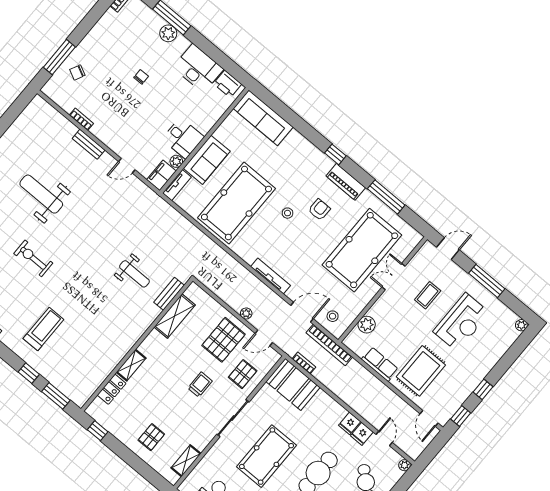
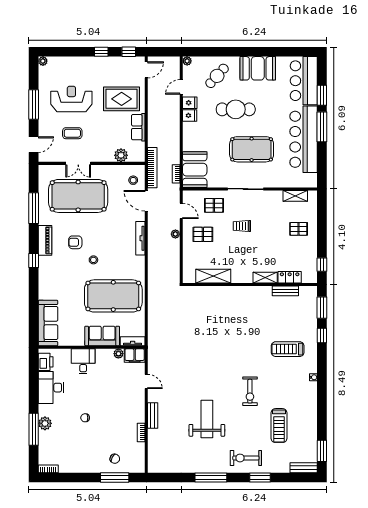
desk: (183, 138) -> (83, 361), moved
weight bench: (41, 194) -> (207, 419), turned 180
door: (448, 249) -> (34, 145), swing flipped
weight bench: (134, 274) -> (208, 322), removed
bench: (169, 294) -> (285, 291), moved
pallet: (224, 340) -> (203, 234), width x0.67, depth x0.71

